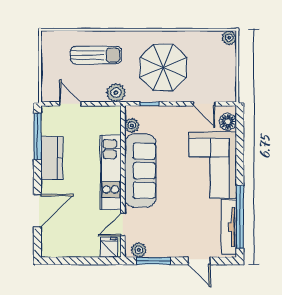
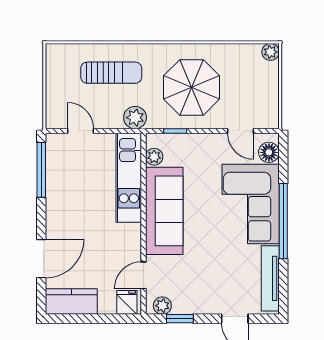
kitchen counter: (52, 158) -> (71, 302), moved, turned -90
kitchen unit: (111, 172) -> (129, 178), moved
window: (240, 217) -> (283, 221), moved
window: (153, 261) -> (180, 319), width x0.67

